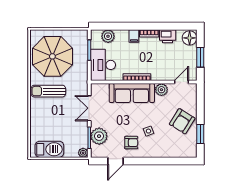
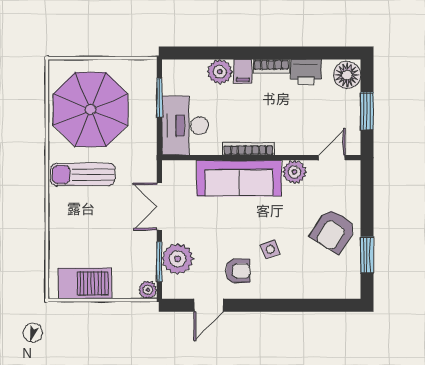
plant: (108, 36) -> (220, 72), moved

